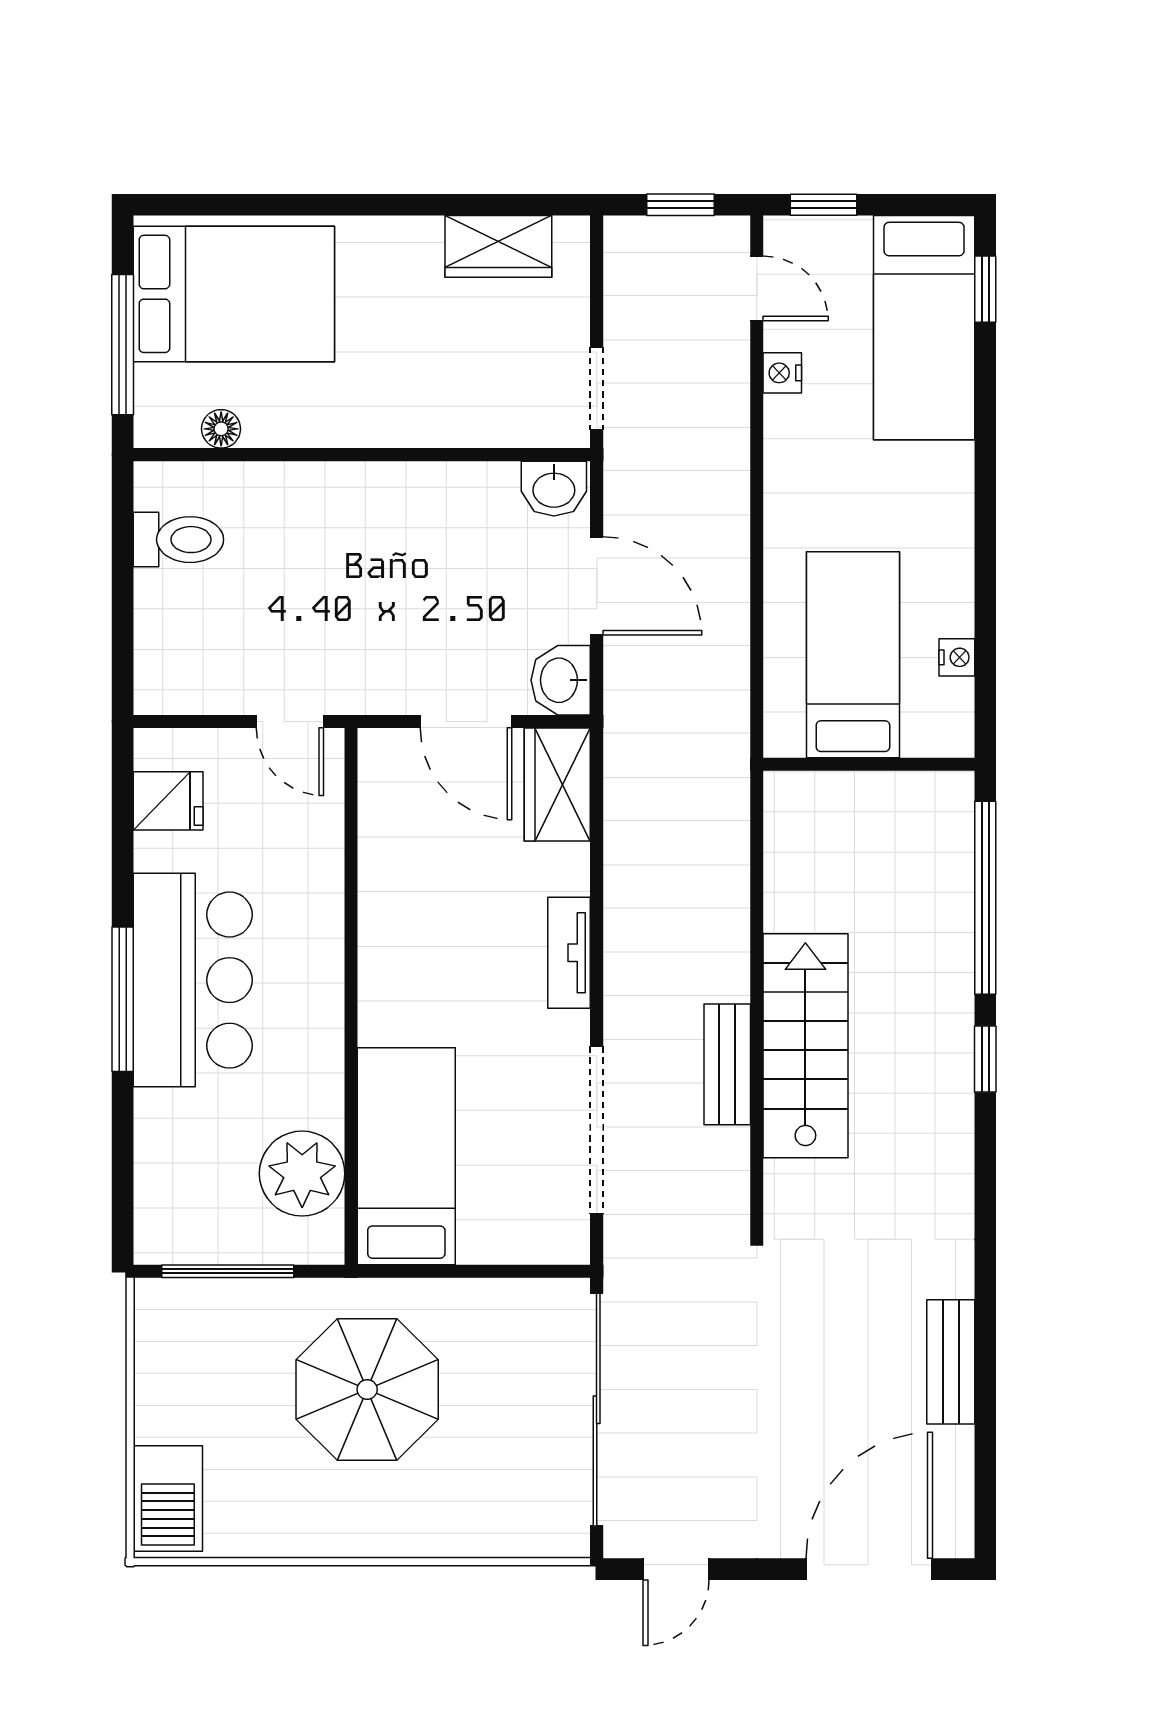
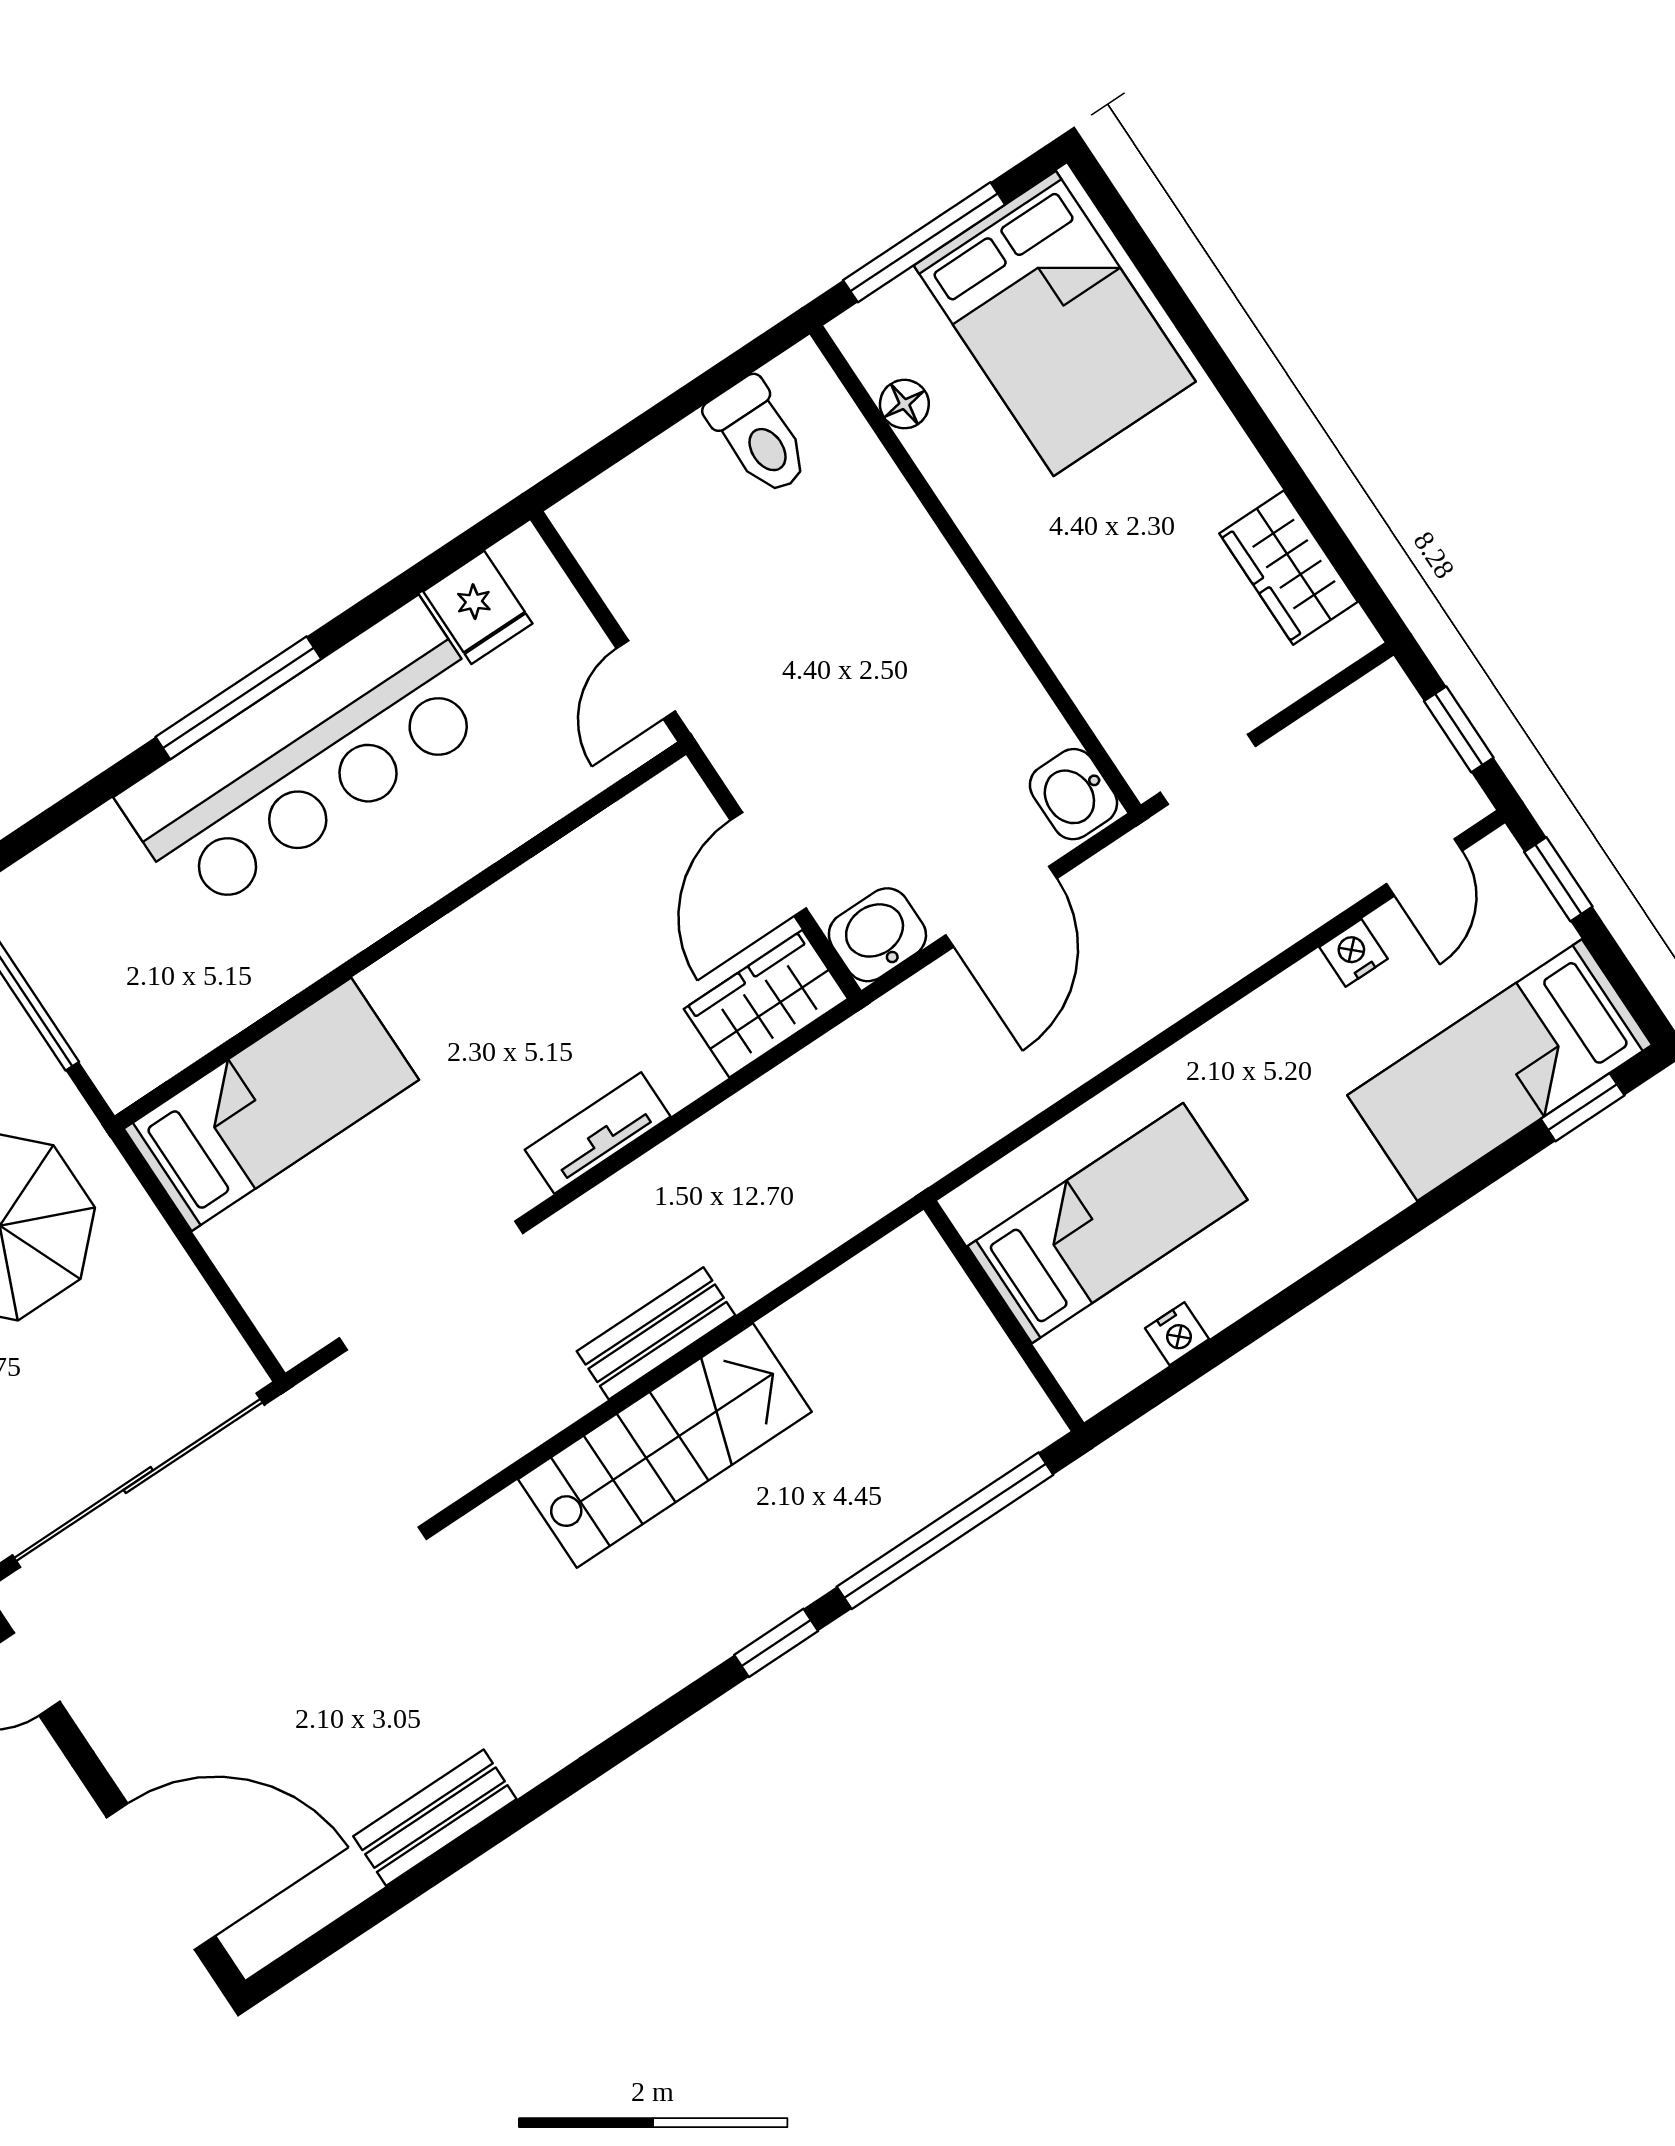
bar counter: (193, 980) -> (307, 758), width x1.36
bench: (727, 1064) -> (656, 1333), moved
plant: (302, 1174) -> (181, 1007), removed

